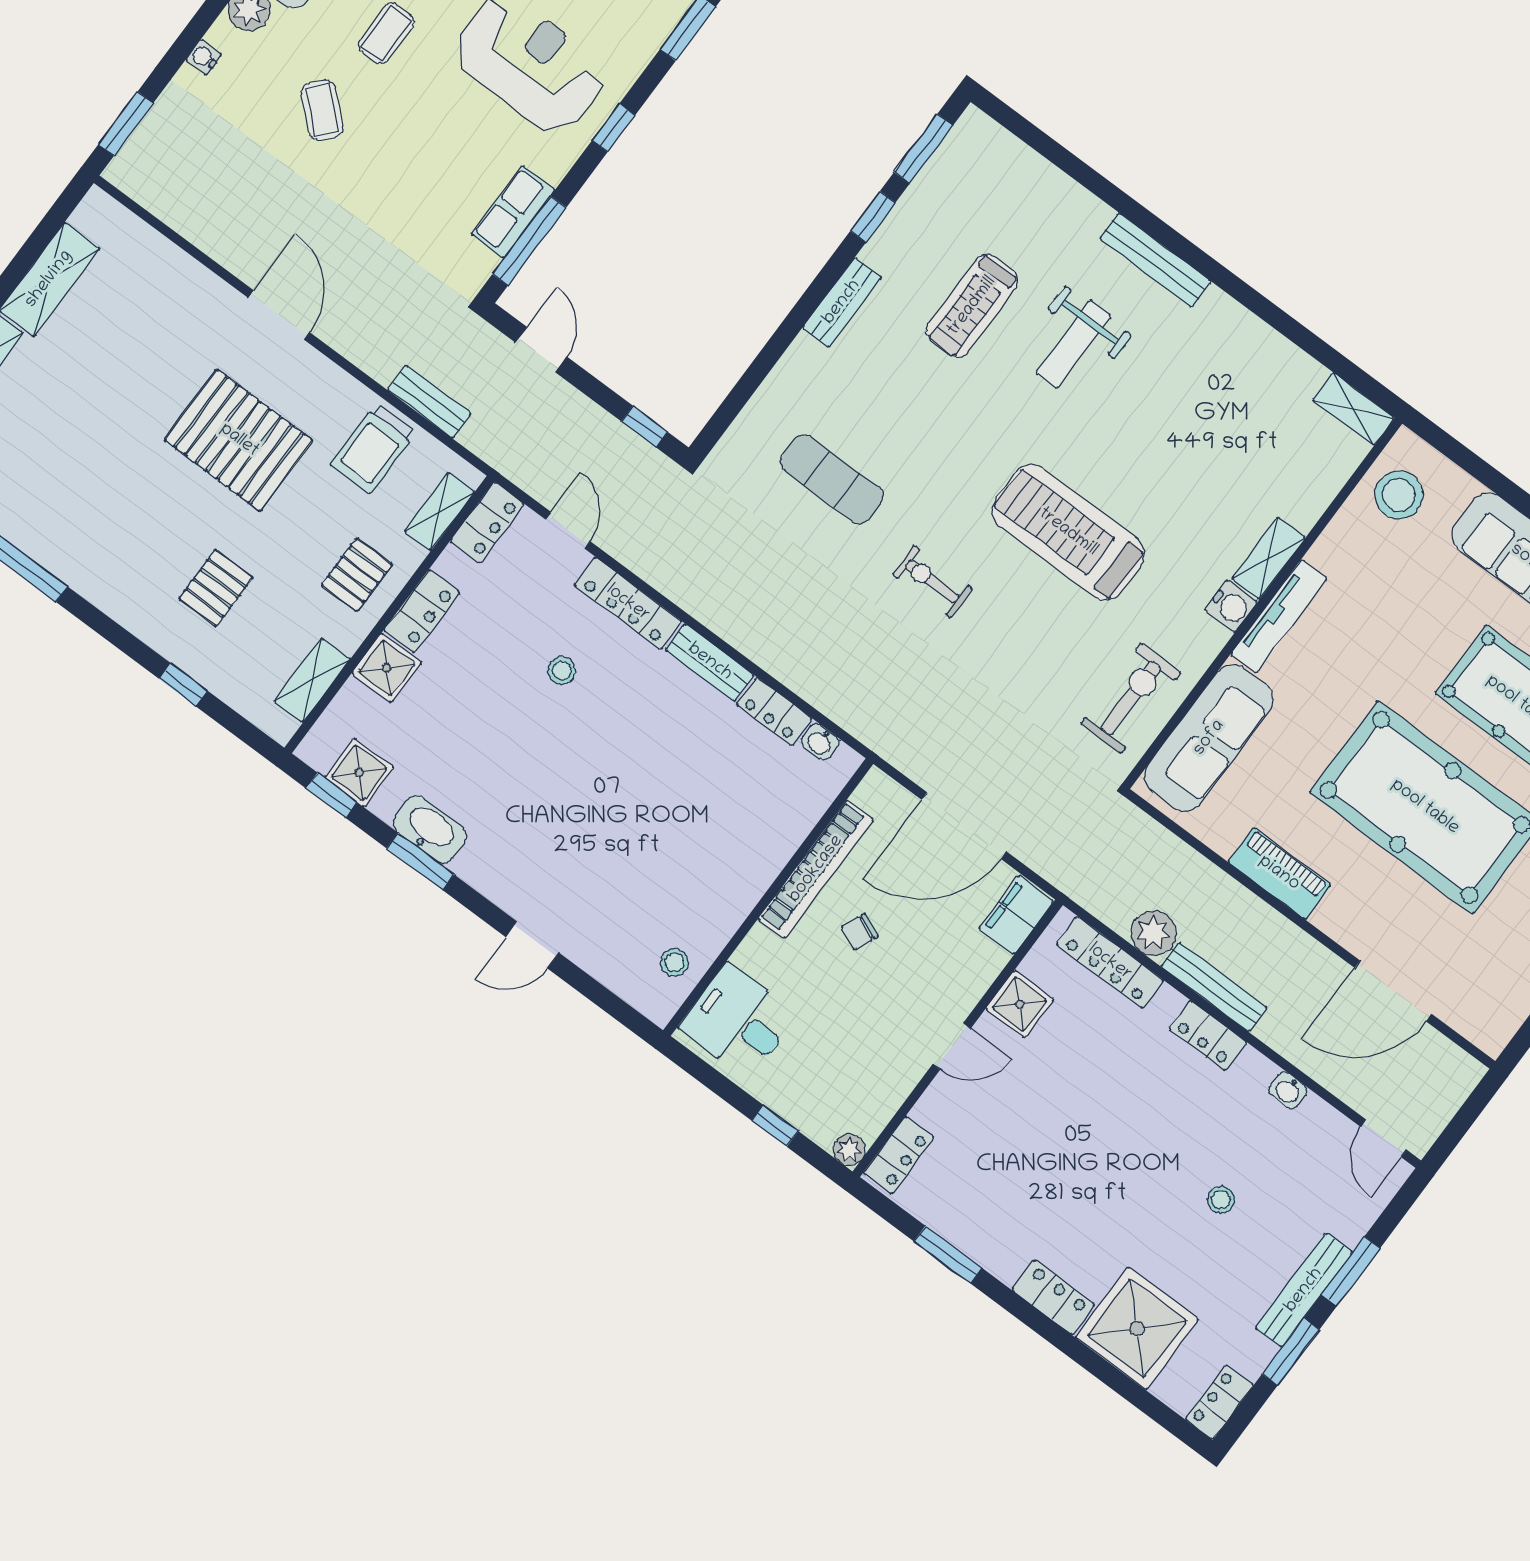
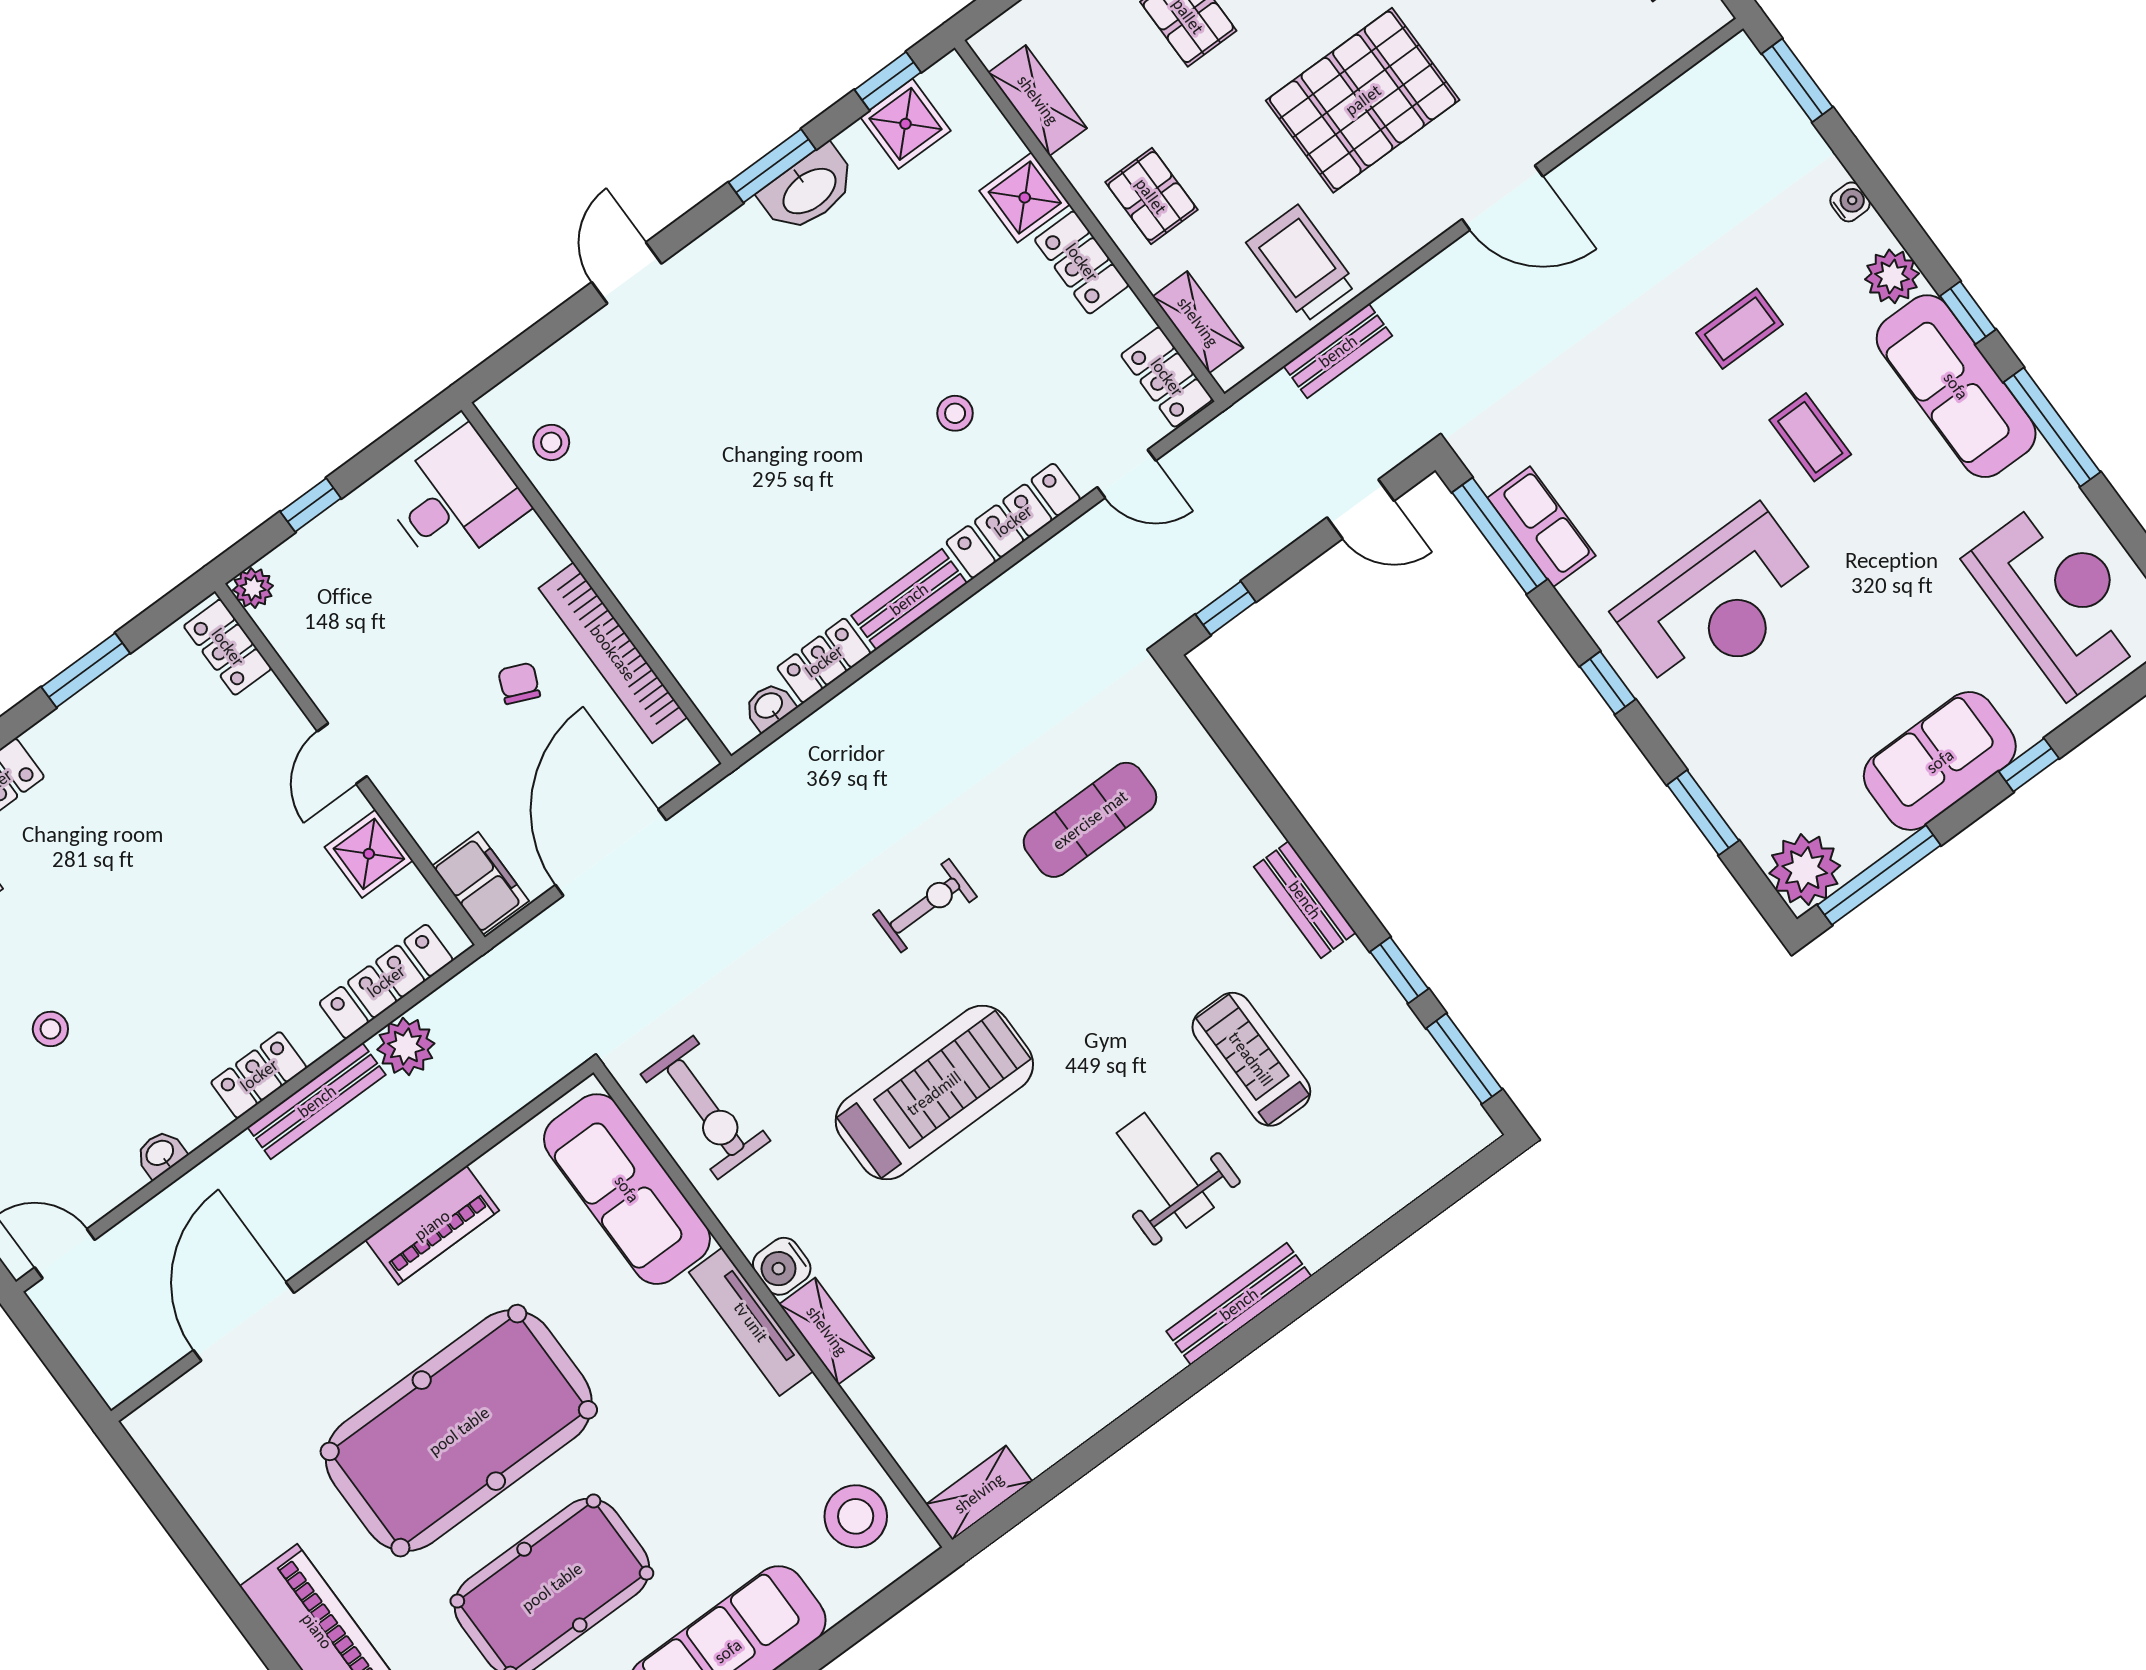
coffee table: (322, 110) -> (1740, 329), turned -42

